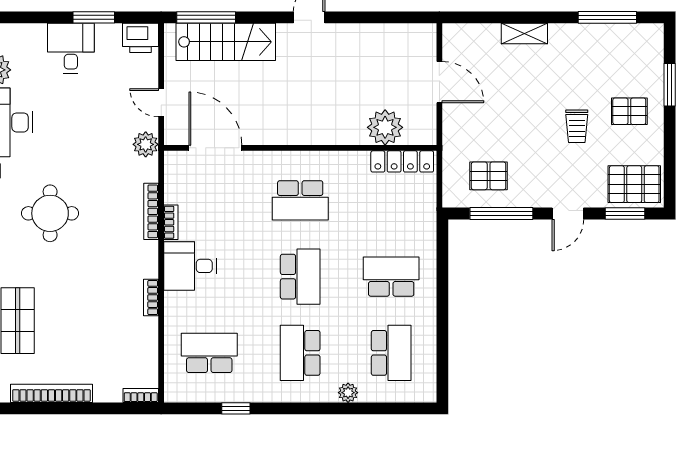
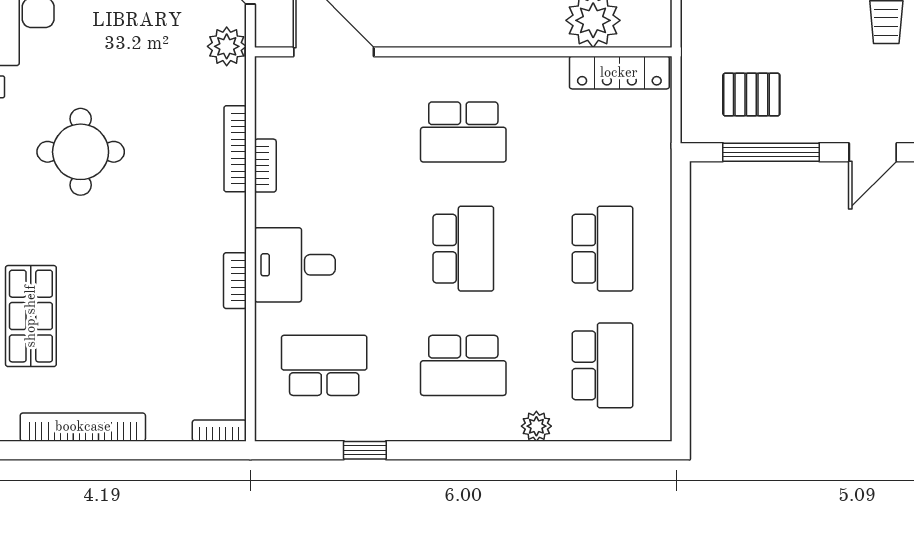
desk: (190, 266) -> (295, 265), moved
school desk: (391, 277) -> (602, 249), turned 90
school desk: (300, 353) -> (463, 365), turned -90

